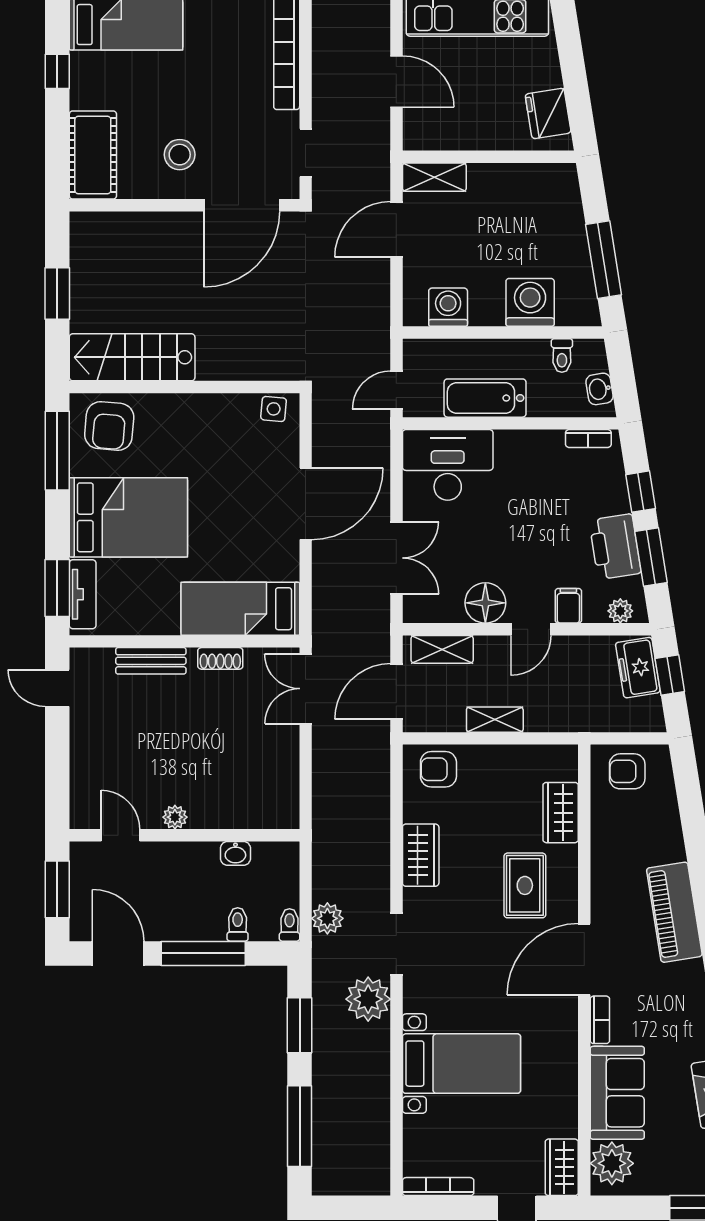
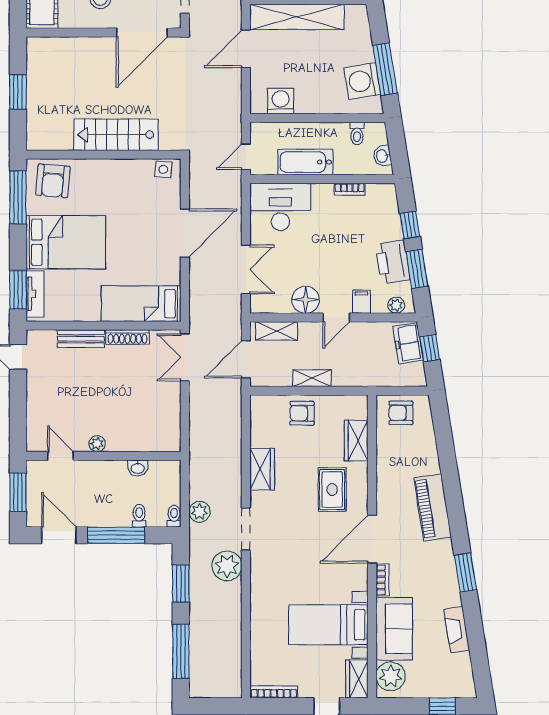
shelving: (434, 177) -> (297, 17), width x2.20, depth x1.33
washing machine: (530, 302) -> (362, 81), moved, turned -99
stairs: (132, 357) -> (116, 135), moved
bookcase: (588, 438) -> (350, 189), moved
shoe rack: (220, 658) -> (128, 337), width x1.43
armchair: (438, 769) -> (302, 413), moved
bed with nightstands: (461, 1064) -> (328, 625), moved, turned 180

